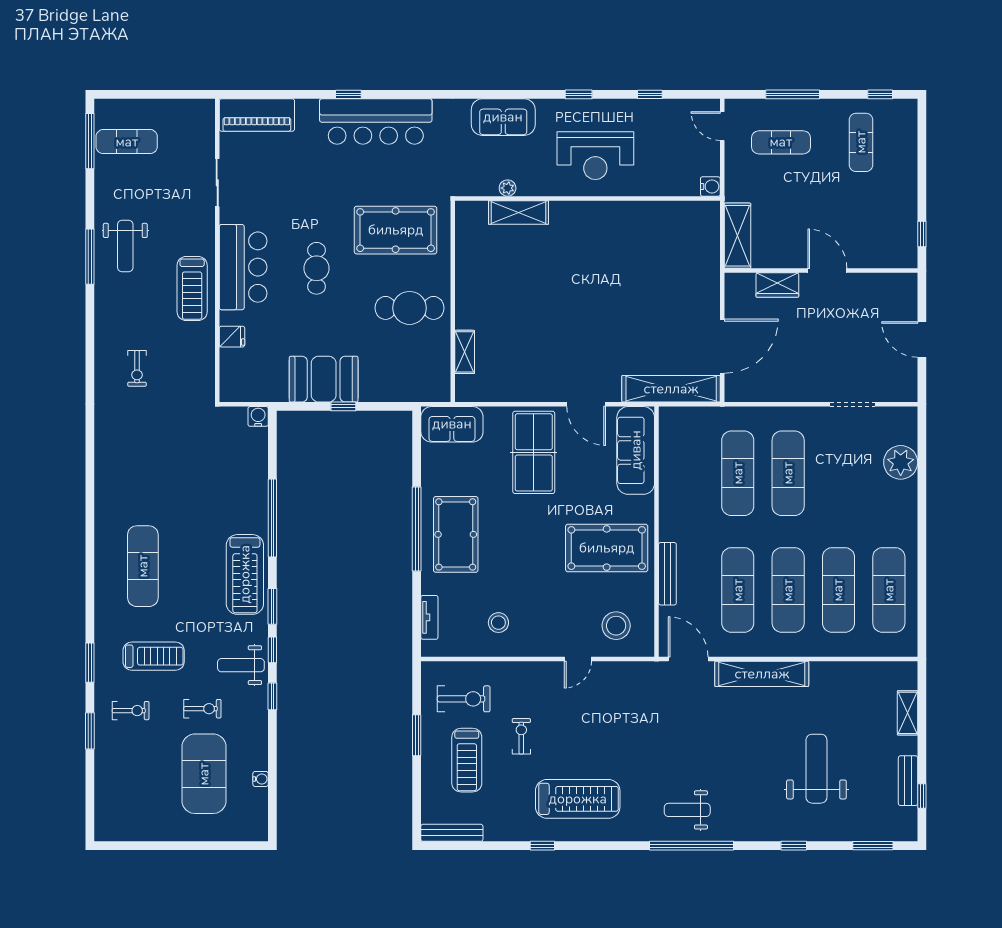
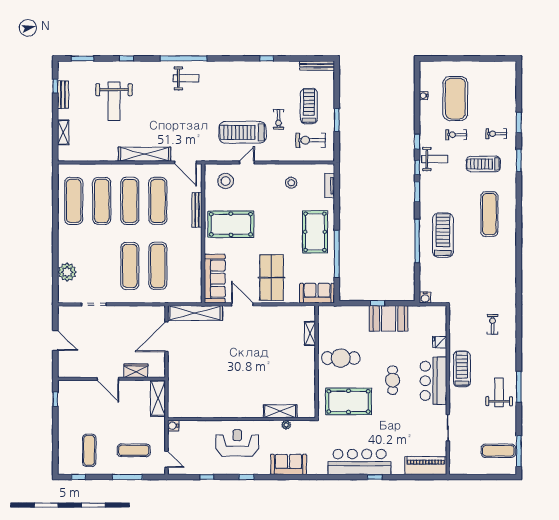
window: (417, 529) -> (337, 254), moved
treadmill: (245, 574) -> (443, 235), moved
treadmill: (578, 799) -> (242, 132), moved

